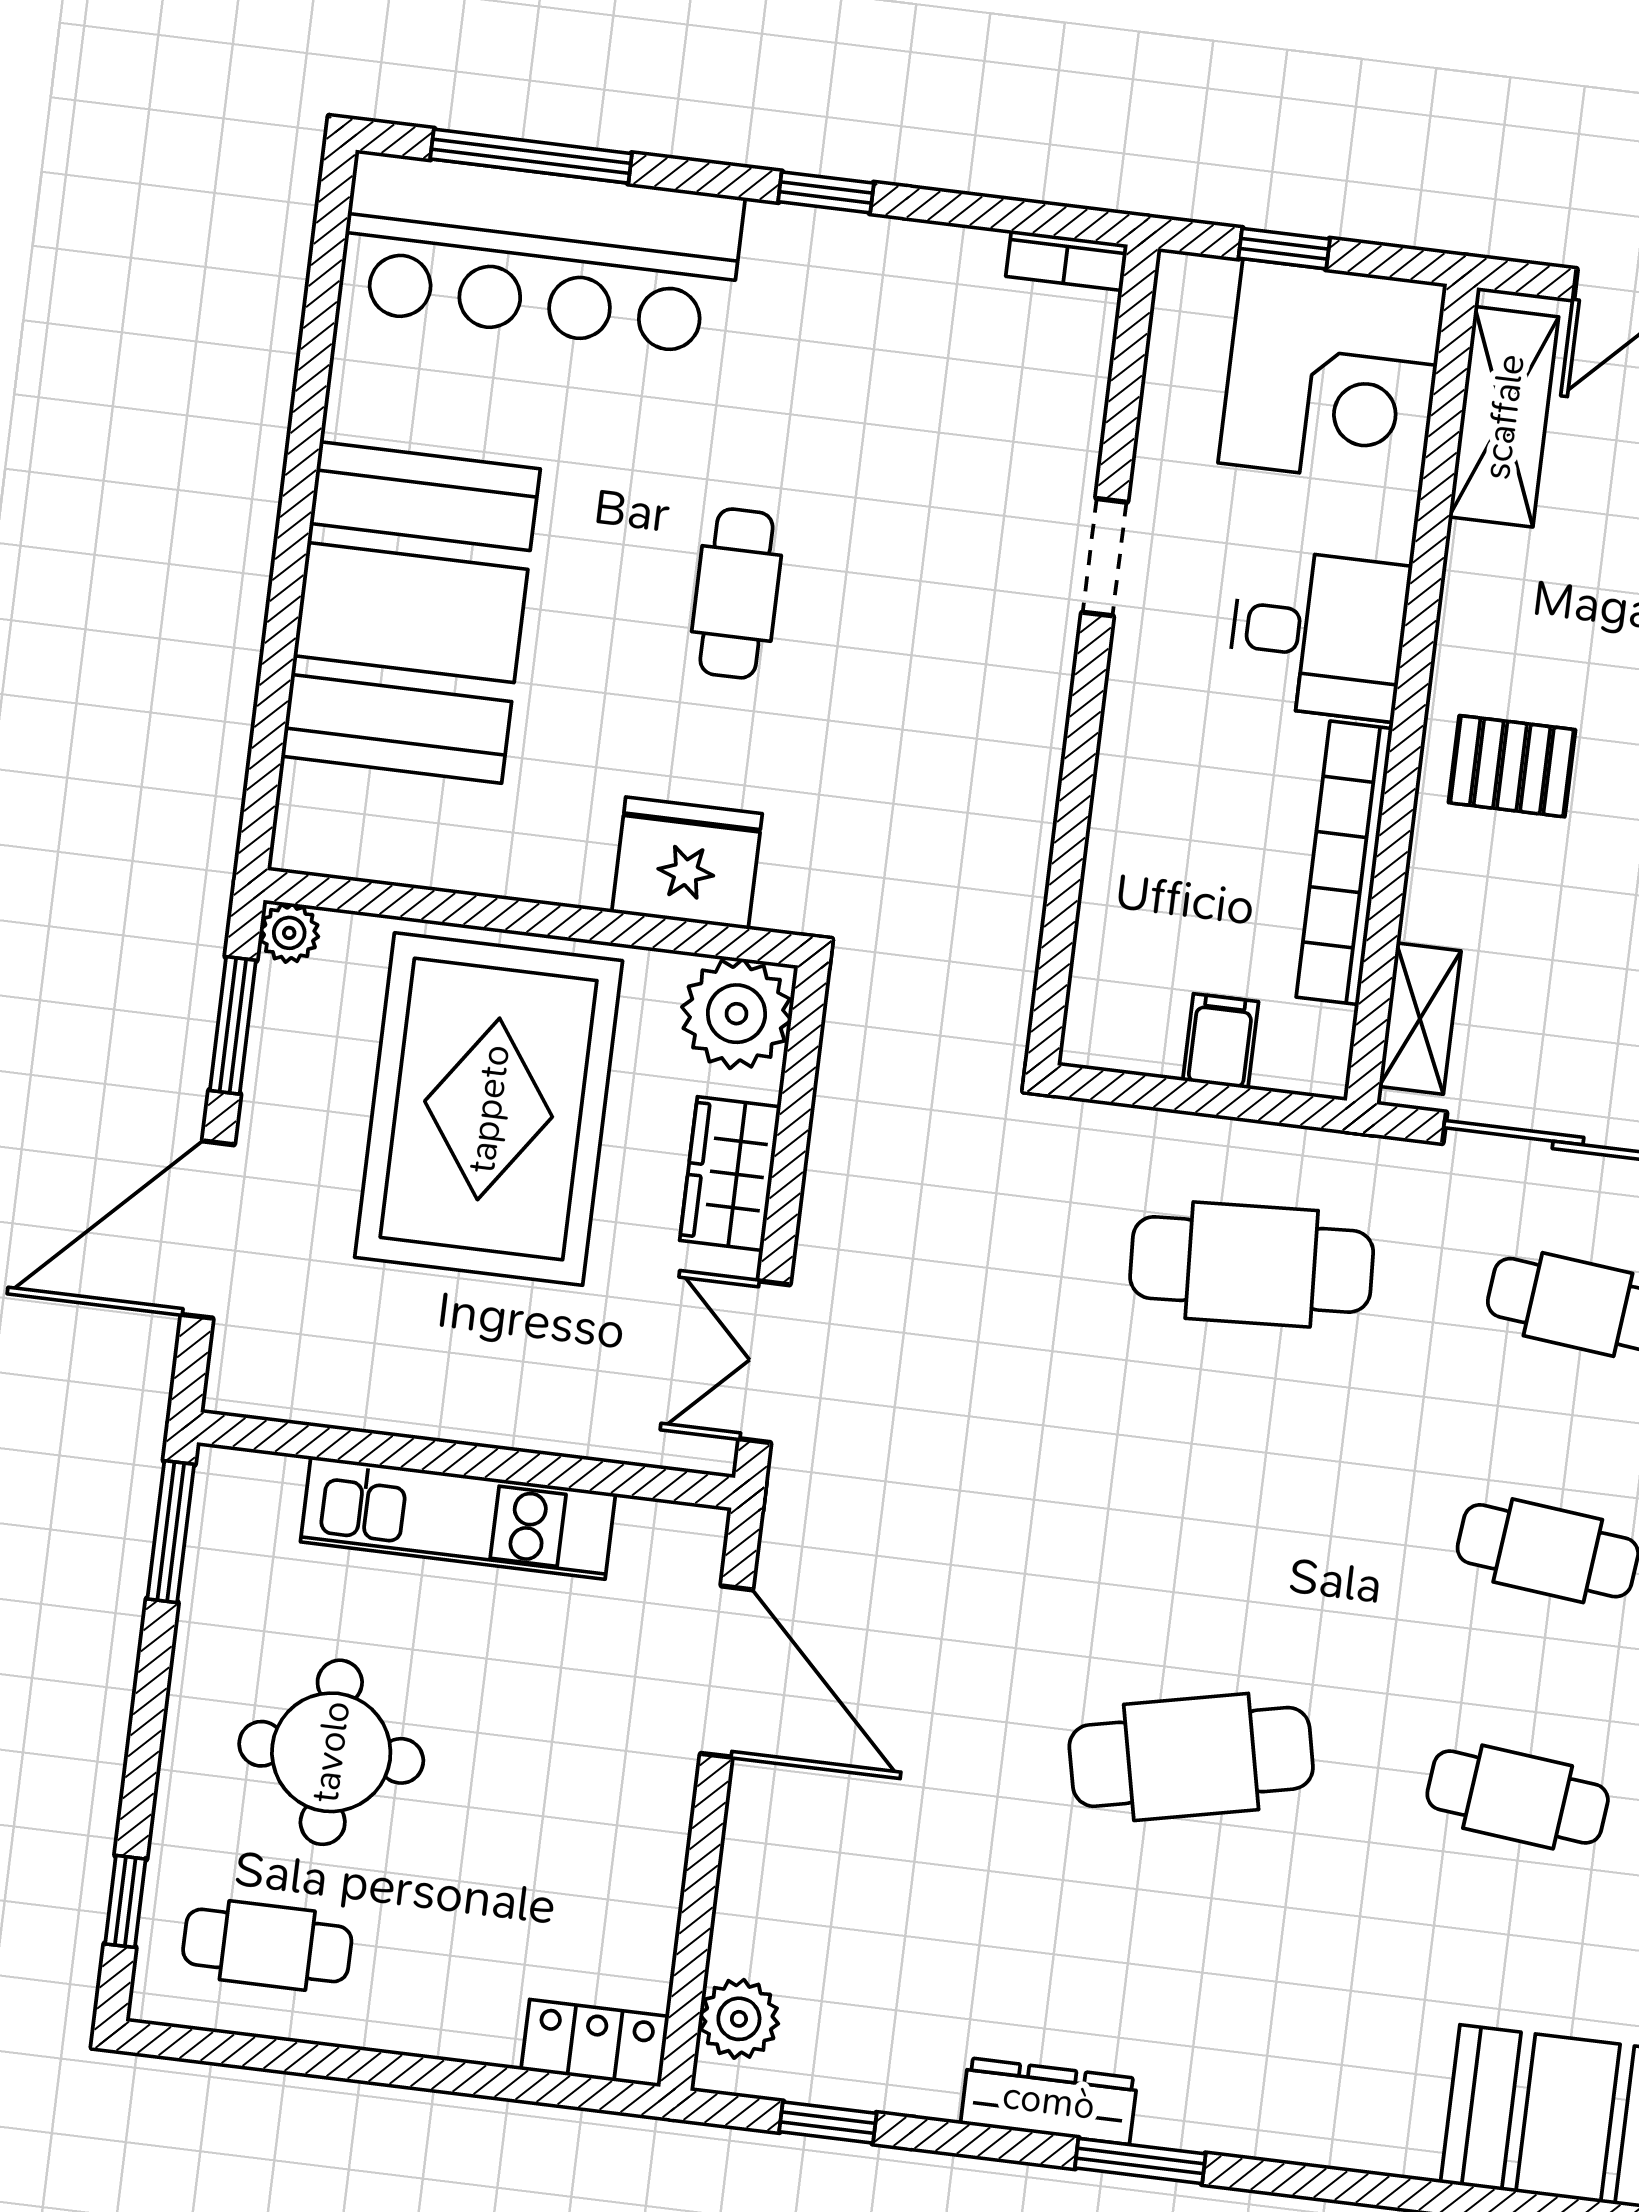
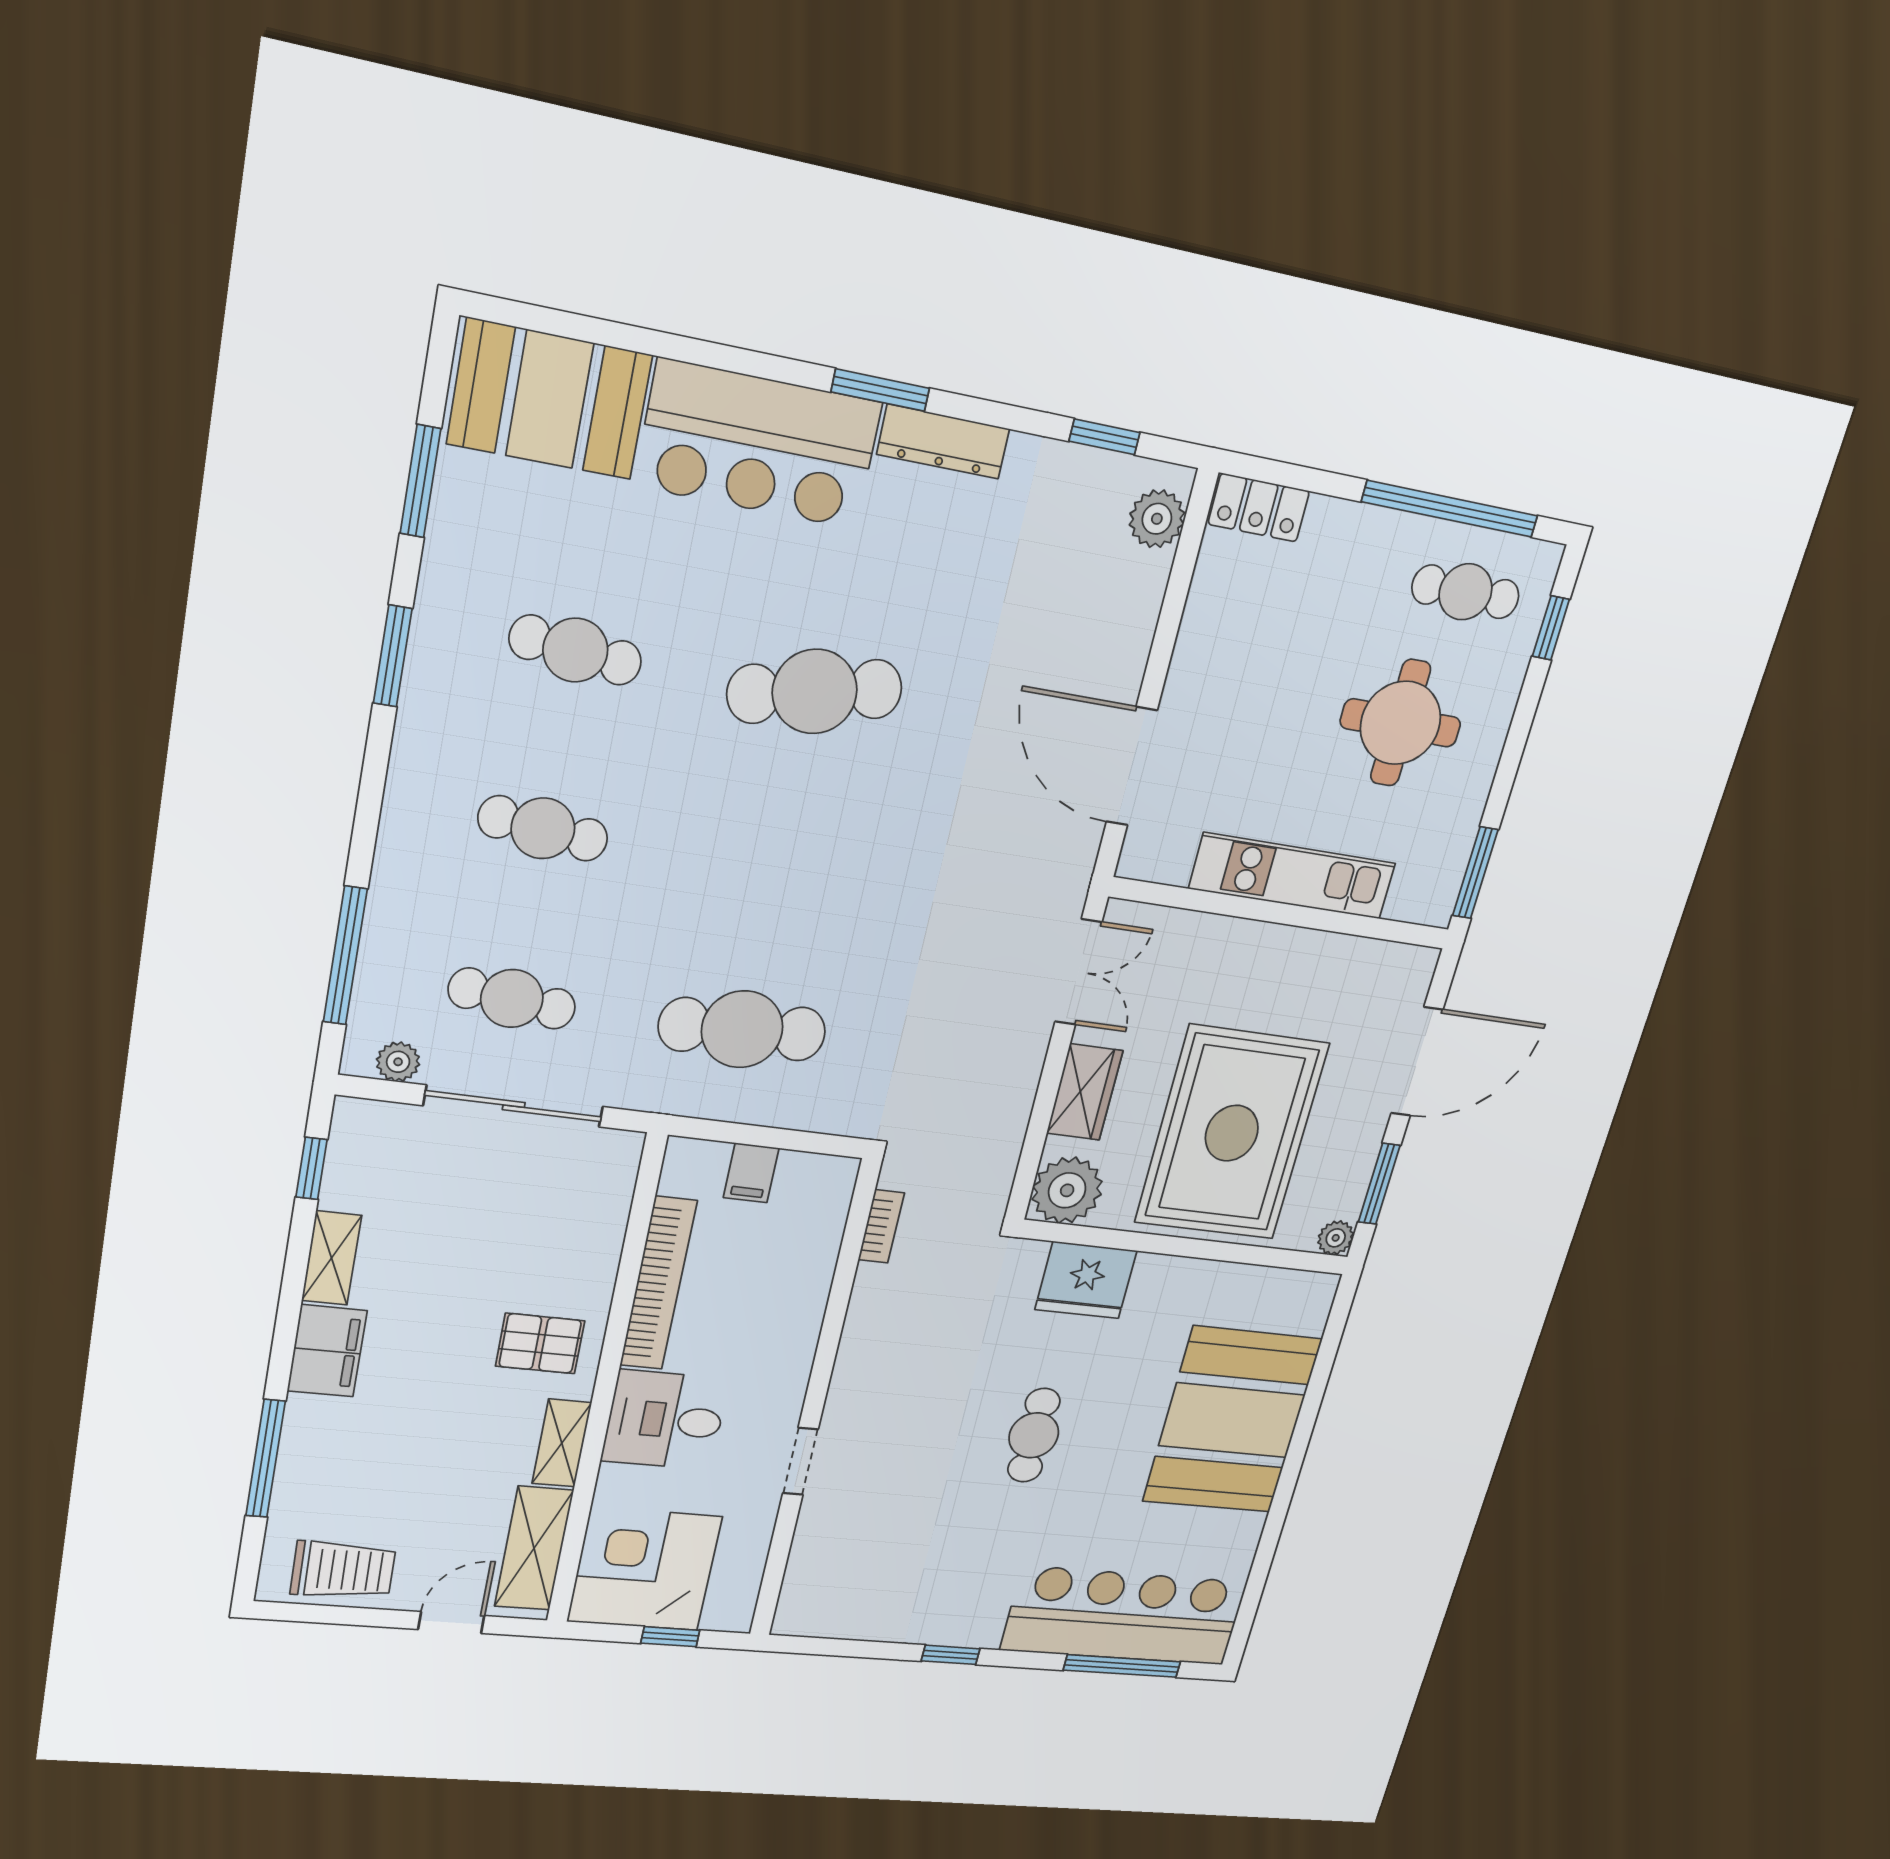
bookcase: (1066, 260) -> (881, 1226), moved, turned 90
shelving: (1420, 1019) -> (562, 1443), moved
window: (313, 2059) -> (1450, 509), added
bar counter: (1295, 2081) -> (759, 444), added

